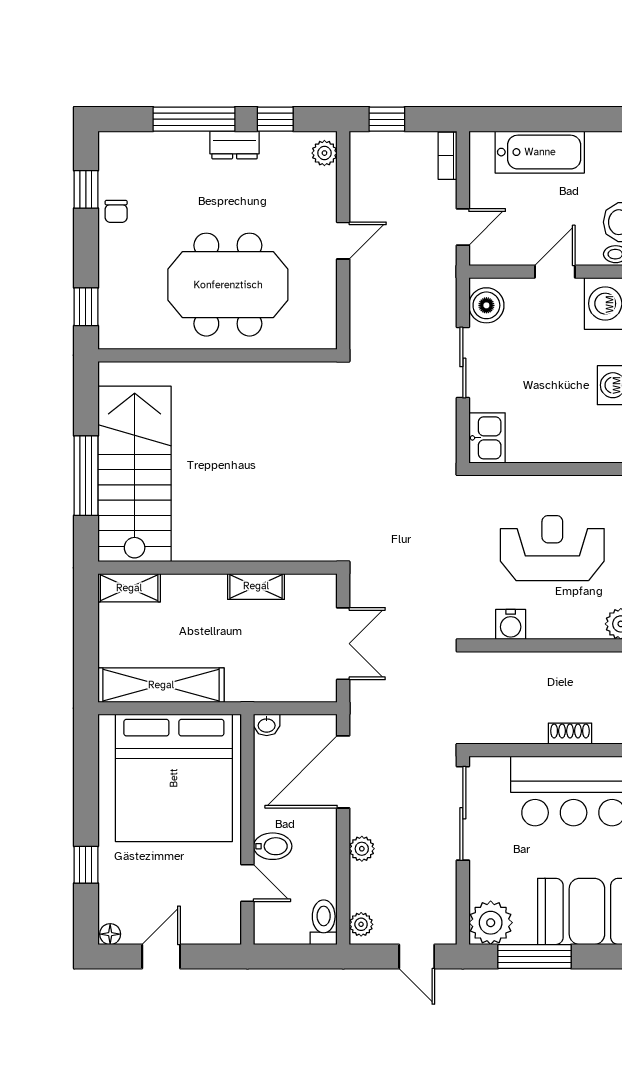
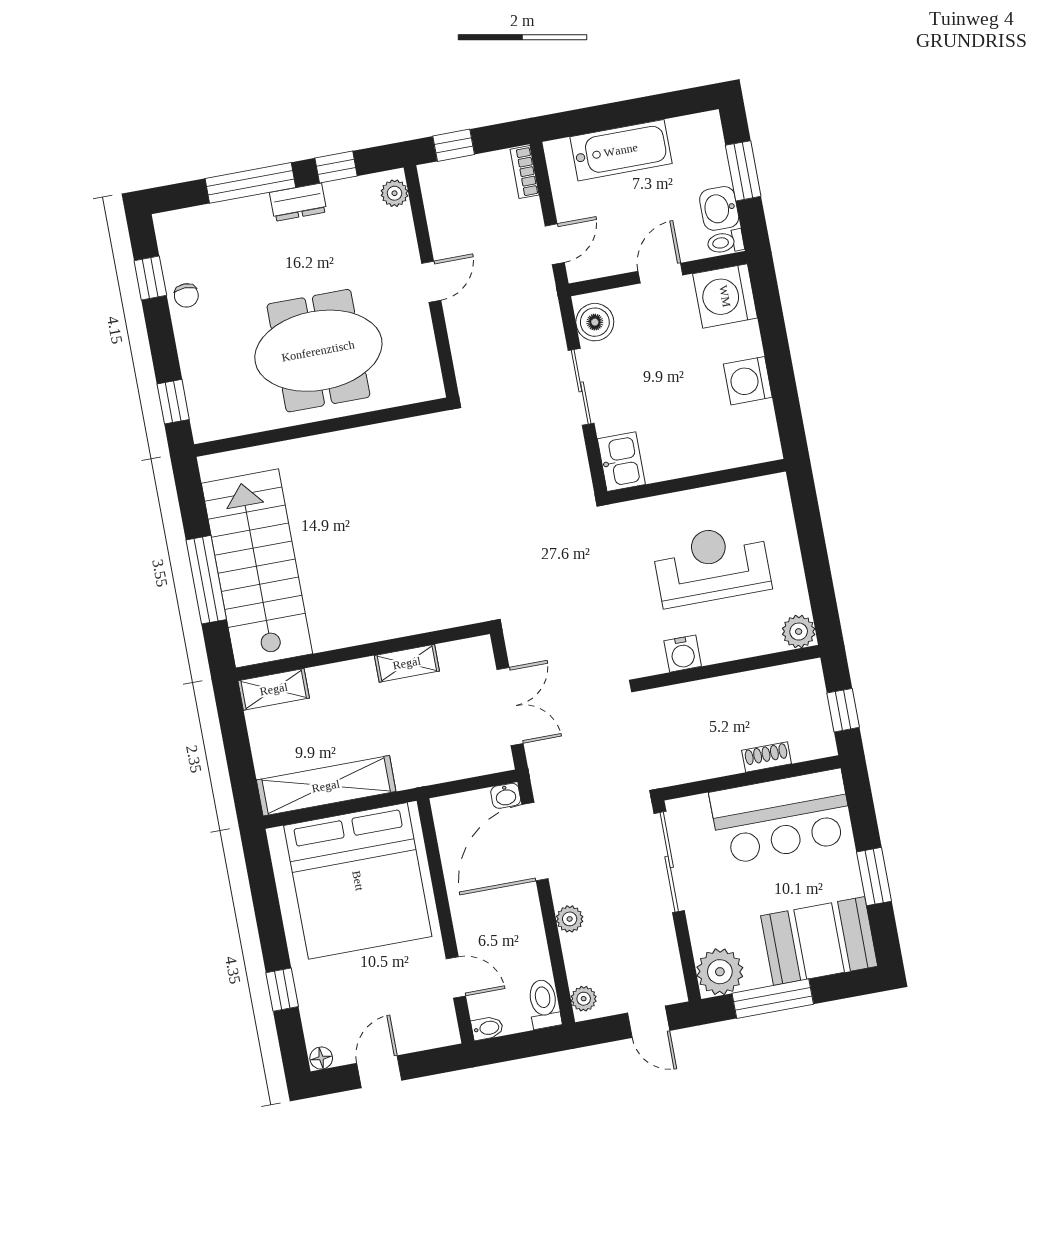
washbasin: (267, 725) -> (506, 796), moved
bidet: (273, 846) -> (487, 1028), moved, width x0.72, depth x0.74

